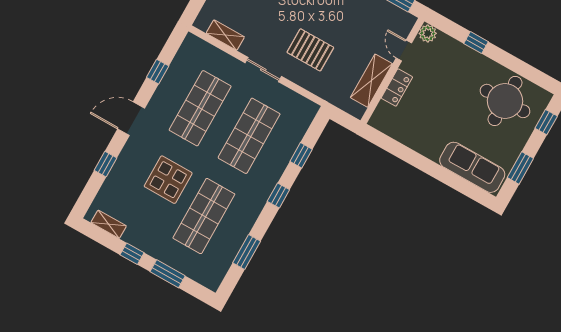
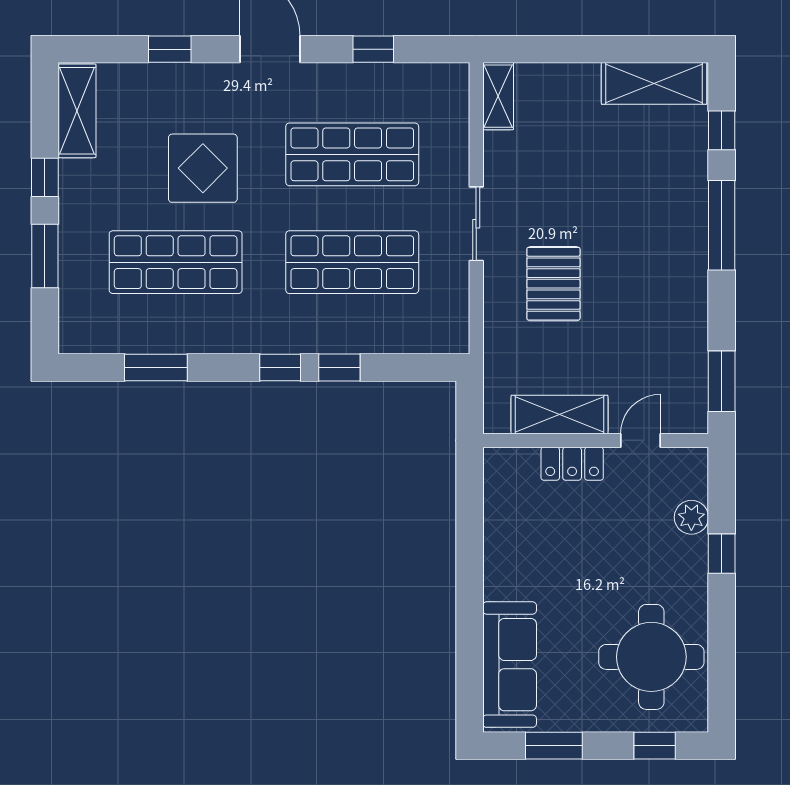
plant: (428, 33) -> (691, 517), moved
shelving: (225, 35) -> (498, 96), moved
window: (301, 155) -> (339, 368), moved
shelving: (109, 224) -> (77, 111), width x1.50, depth x1.33

